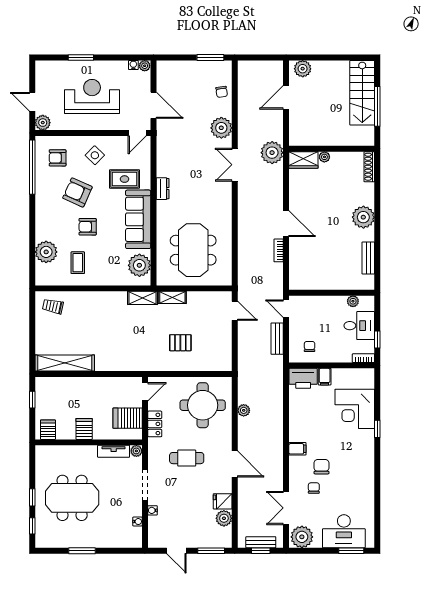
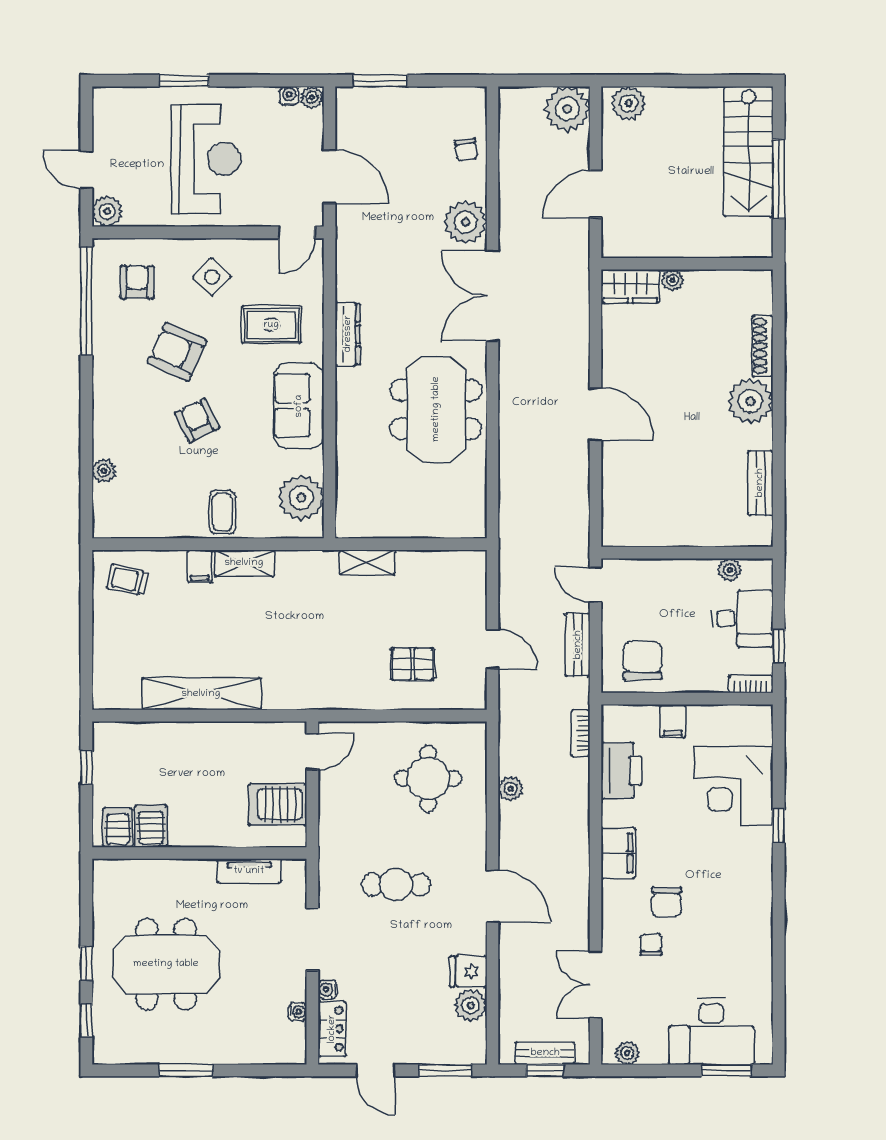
window: (210, 57) -> (380, 81), moved
reception desk: (92, 96) -> (206, 159), turned 90
door: (286, 97) -> (596, 194), moved
plant: (272, 153) -> (567, 109), moved
armchair: (58, 158) -> (137, 282), turned 90
double door: (235, 165) -> (493, 296), width x1.37
shoe rack: (369, 167) -> (762, 346), moved
dresser: (163, 189) -> (348, 334), width x1.44
sofa: (138, 219) -> (299, 406), width x0.73
armchair: (88, 227) -> (197, 420), turned 64
meeting table: (193, 250) -> (436, 409), moved
bookcase: (279, 250) -> (581, 733), moved
plant: (46, 252) -> (104, 471), width x0.53, depth x0.53
coffee table: (78, 263) -> (222, 512), moved
shelving: (142, 298) -> (244, 563), moved
filing cabinet: (89, 299) -> (200, 566), added
door: (235, 311) -> (493, 649), moved
pallet: (180, 343) -> (413, 664), moved
chair: (310, 346) -> (643, 661), width x1.87, depth x1.87
shelving: (65, 363) -> (201, 694), moved
printer: (303, 378) -> (621, 771), moved, turned -90
round table: (203, 405) -> (428, 778), width x0.73, depth x0.73
locker: (155, 424) -> (332, 1029), moved
server rack: (84, 429) -> (151, 826), moved
filing cabinet: (297, 449) -> (618, 853), width x2.00
plant: (136, 451) -> (295, 870), removed
chair: (321, 467) -> (667, 902), turned 180
plant: (302, 537) -> (627, 1053), width x0.53, depth x0.53

